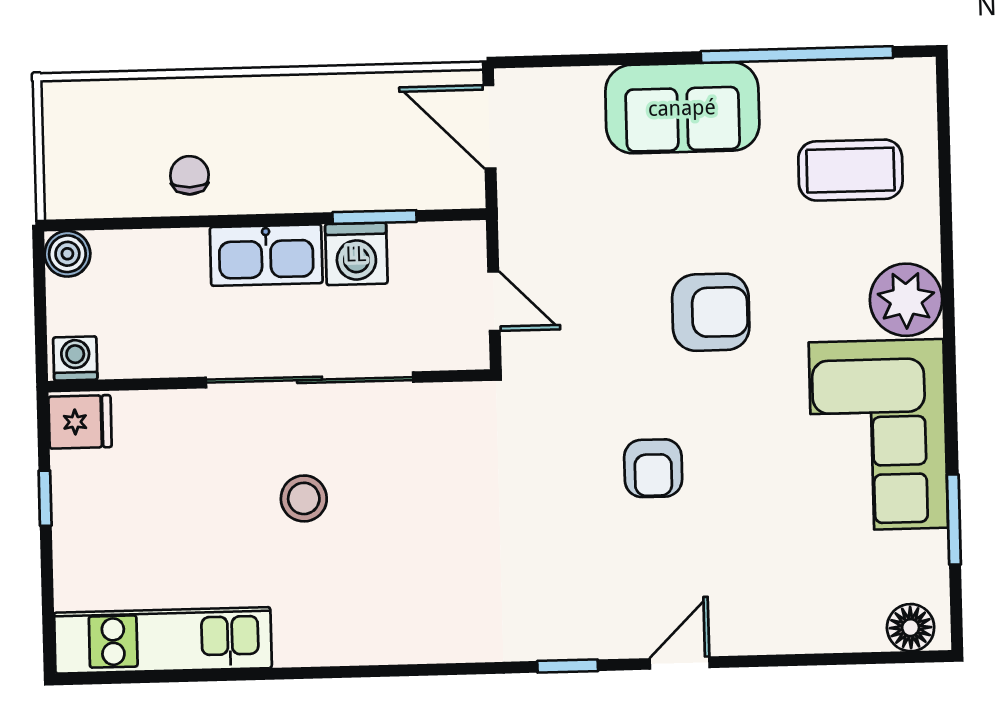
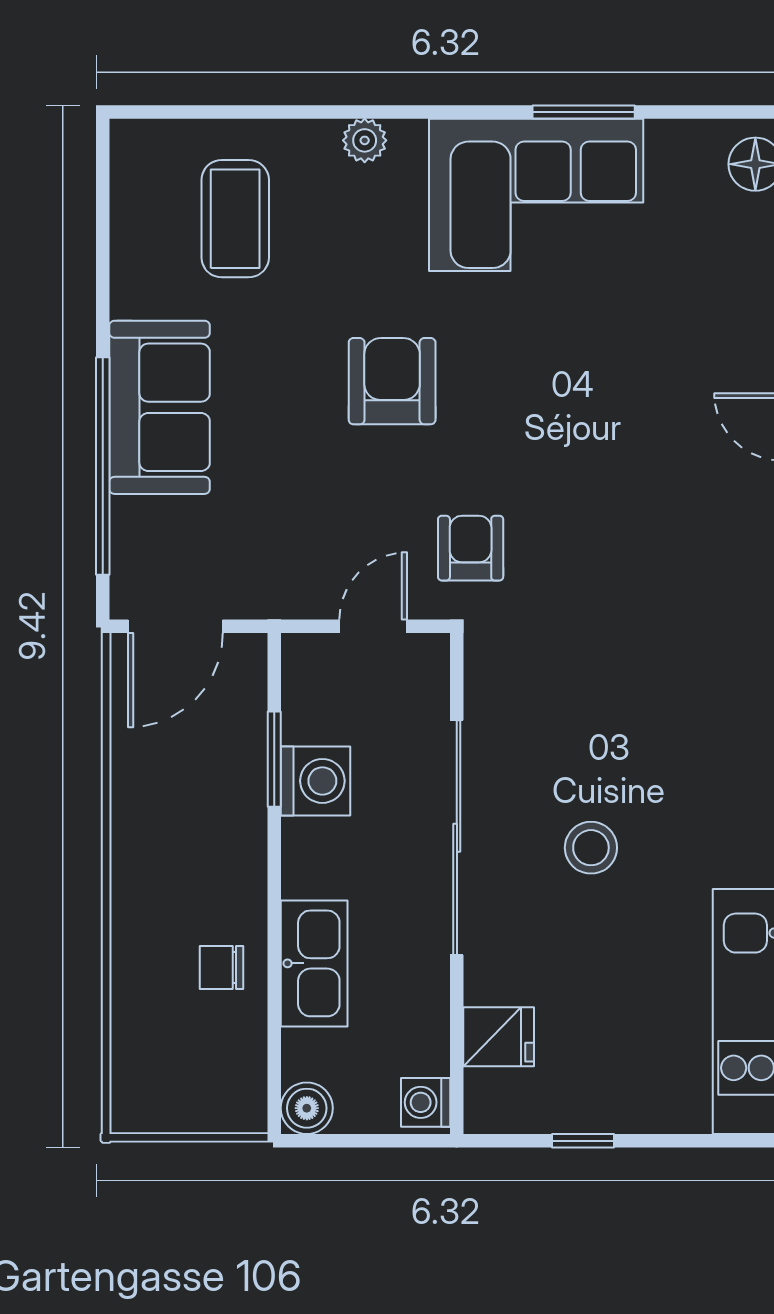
window: (797, 55) -> (103, 466), moved
kitchen sink: (266, 255) -> (314, 963), moved
plant: (906, 300) -> (365, 140), width x0.53, depth x0.53
fridge: (80, 422) -> (499, 1037), moved, turned 90
armchair: (653, 468) -> (471, 548), moved, turned -90
window: (954, 520) -> (584, 112), moved

